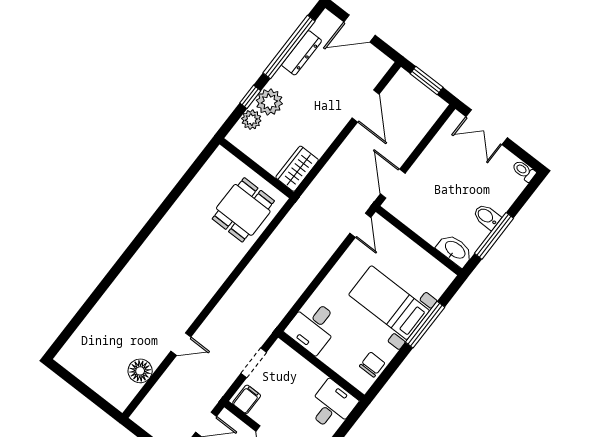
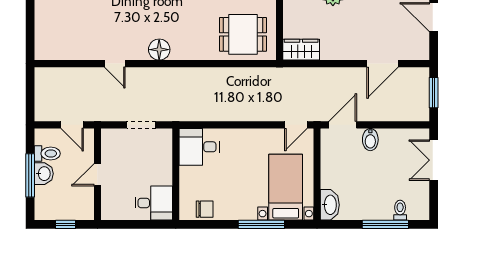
toilet: (524, 171) -> (400, 210), moved
bidet: (487, 217) -> (370, 140), moved, turned 180
window: (494, 236) -> (385, 224), moved
bed with nightstands: (389, 303) -> (286, 187), moved
floor lamp: (140, 371) -> (159, 50), moved
filing cabinet: (247, 399) -> (112, 140), removed

